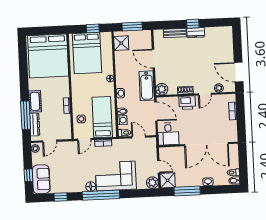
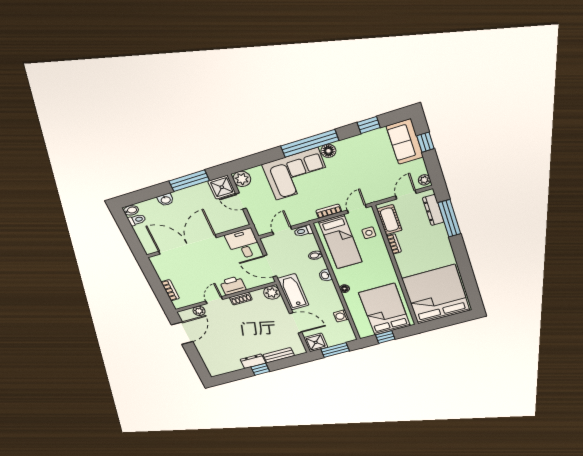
shower: (121, 43) -> (316, 342), moved
door: (239, 72) -> (182, 333), hinge flipped
cot: (35, 101) -> (389, 220), moved
washing machine: (122, 120) -> (341, 316), moved
door: (139, 137) -> (282, 231), swing flipped

